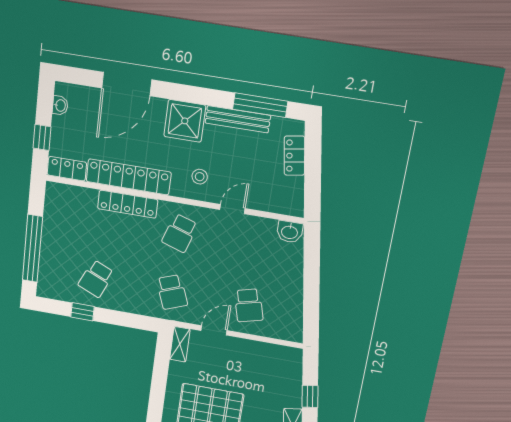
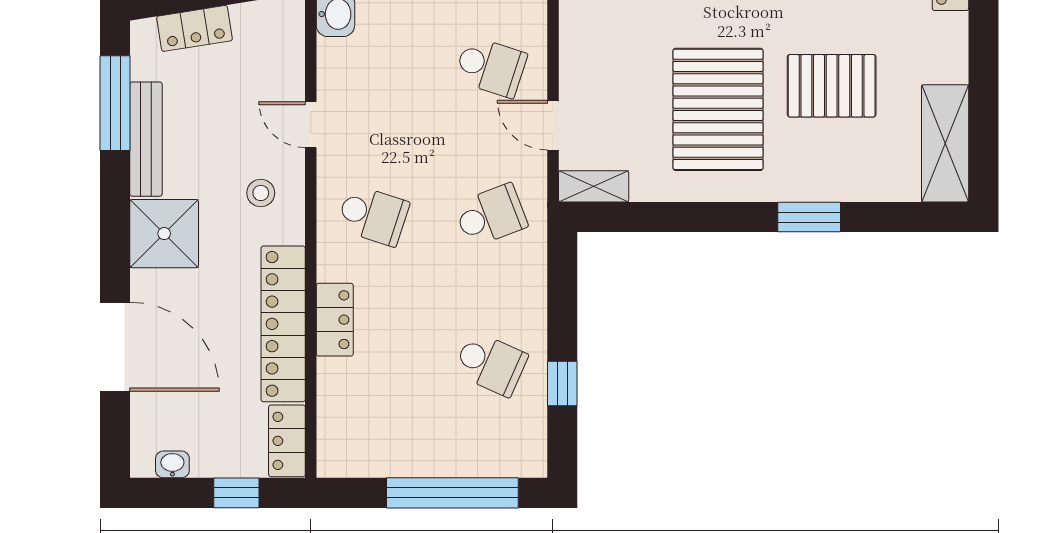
locker: (128, 204) -> (335, 320), width x0.66
school desk: (249, 305) -> (491, 67), turned 33

